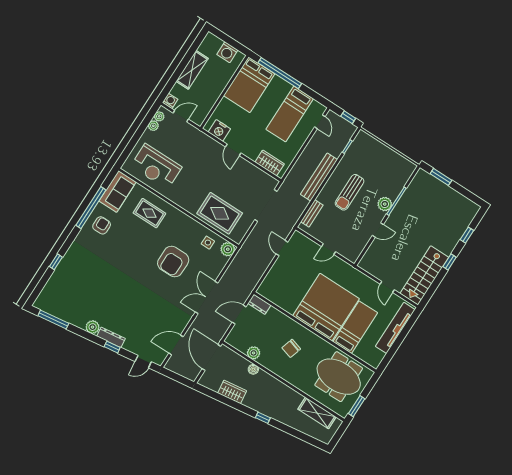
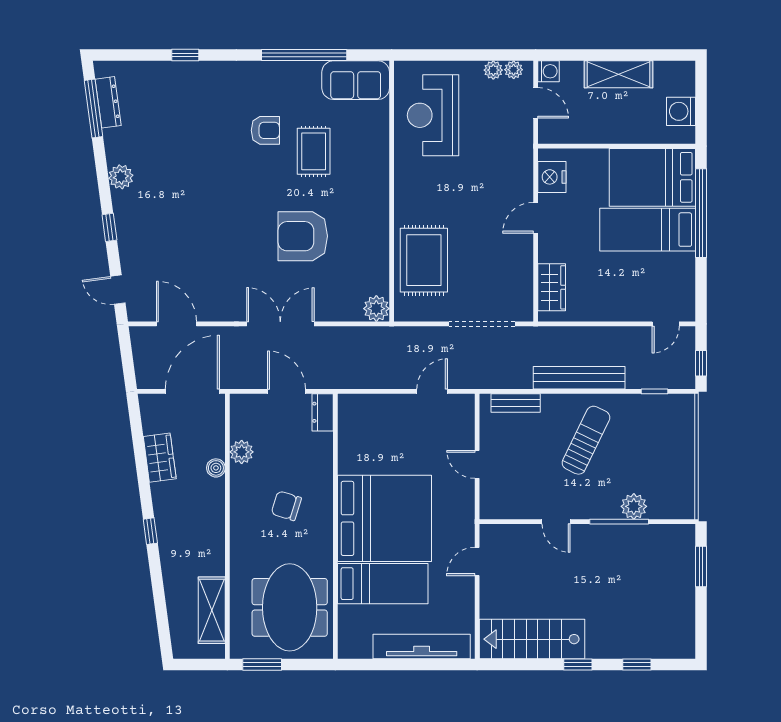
bed: (290, 114) -> (648, 230), moved
sun lounger: (350, 192) -> (586, 440), turned 116
plant: (385, 204) -> (634, 506), moved
rug: (149, 213) -> (314, 151), moved
armchair: (102, 225) -> (265, 130), moved
side table: (208, 243) -> (367, 271), removed
door: (387, 287) -> (477, 562), moved
dresser: (111, 337) -> (108, 102), moved

